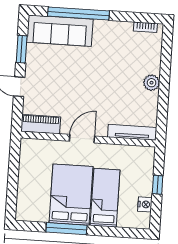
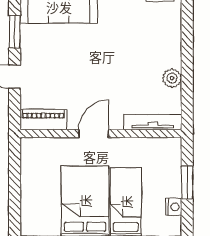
plant: (152, 83) -> (172, 78), moved
window: (158, 185) -> (187, 182), width x1.50

